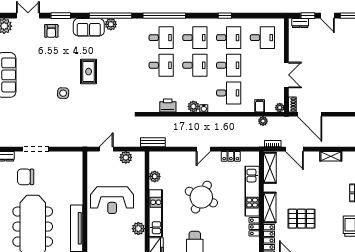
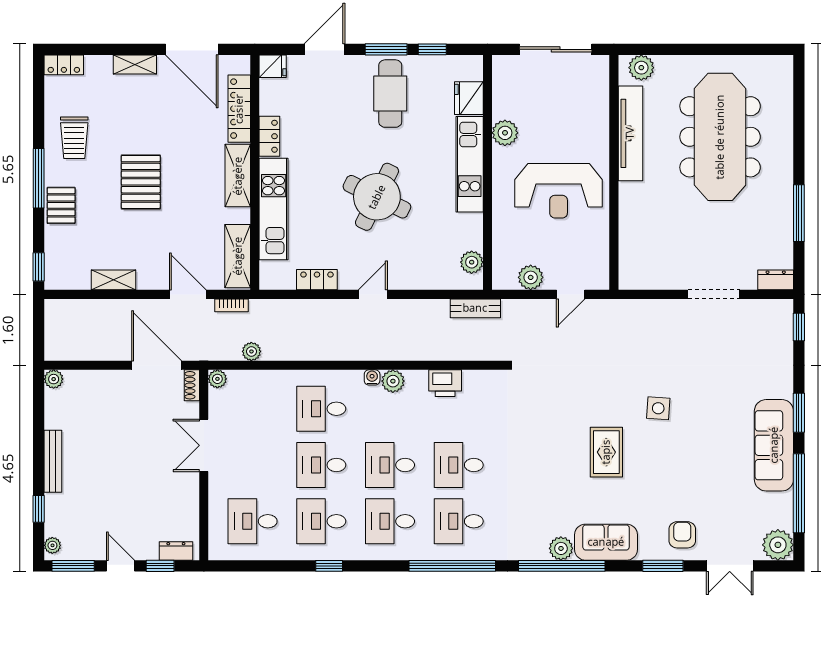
filing cabinet: (260, 106) -> (258, 382), removed
plant: (155, 176) -> (472, 262), moved
chair: (26, 177) -> (735, 238), removed
reception desk: (112, 200) -> (559, 191), turned 180
pallet: (301, 219) -> (141, 182), moved, turned 90

